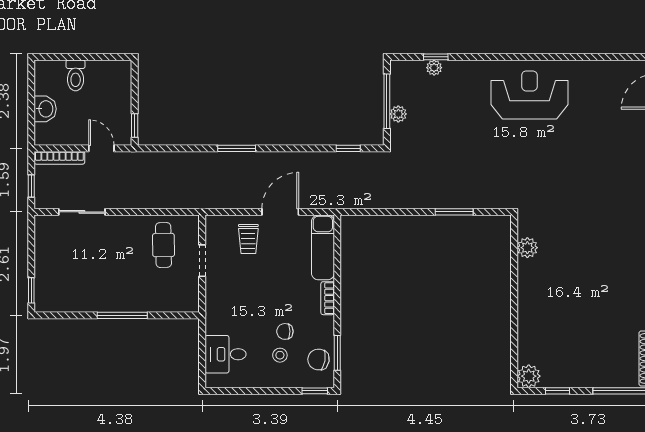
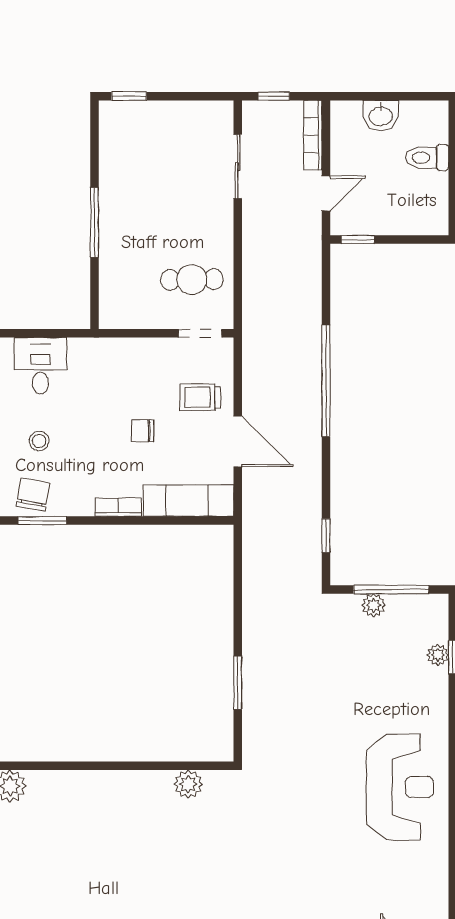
window: (237, 148) -> (326, 381), width x2.11
doorway: (202, 261) -> (200, 333), moved
chair: (285, 331) -> (143, 431), moved, turned -90

